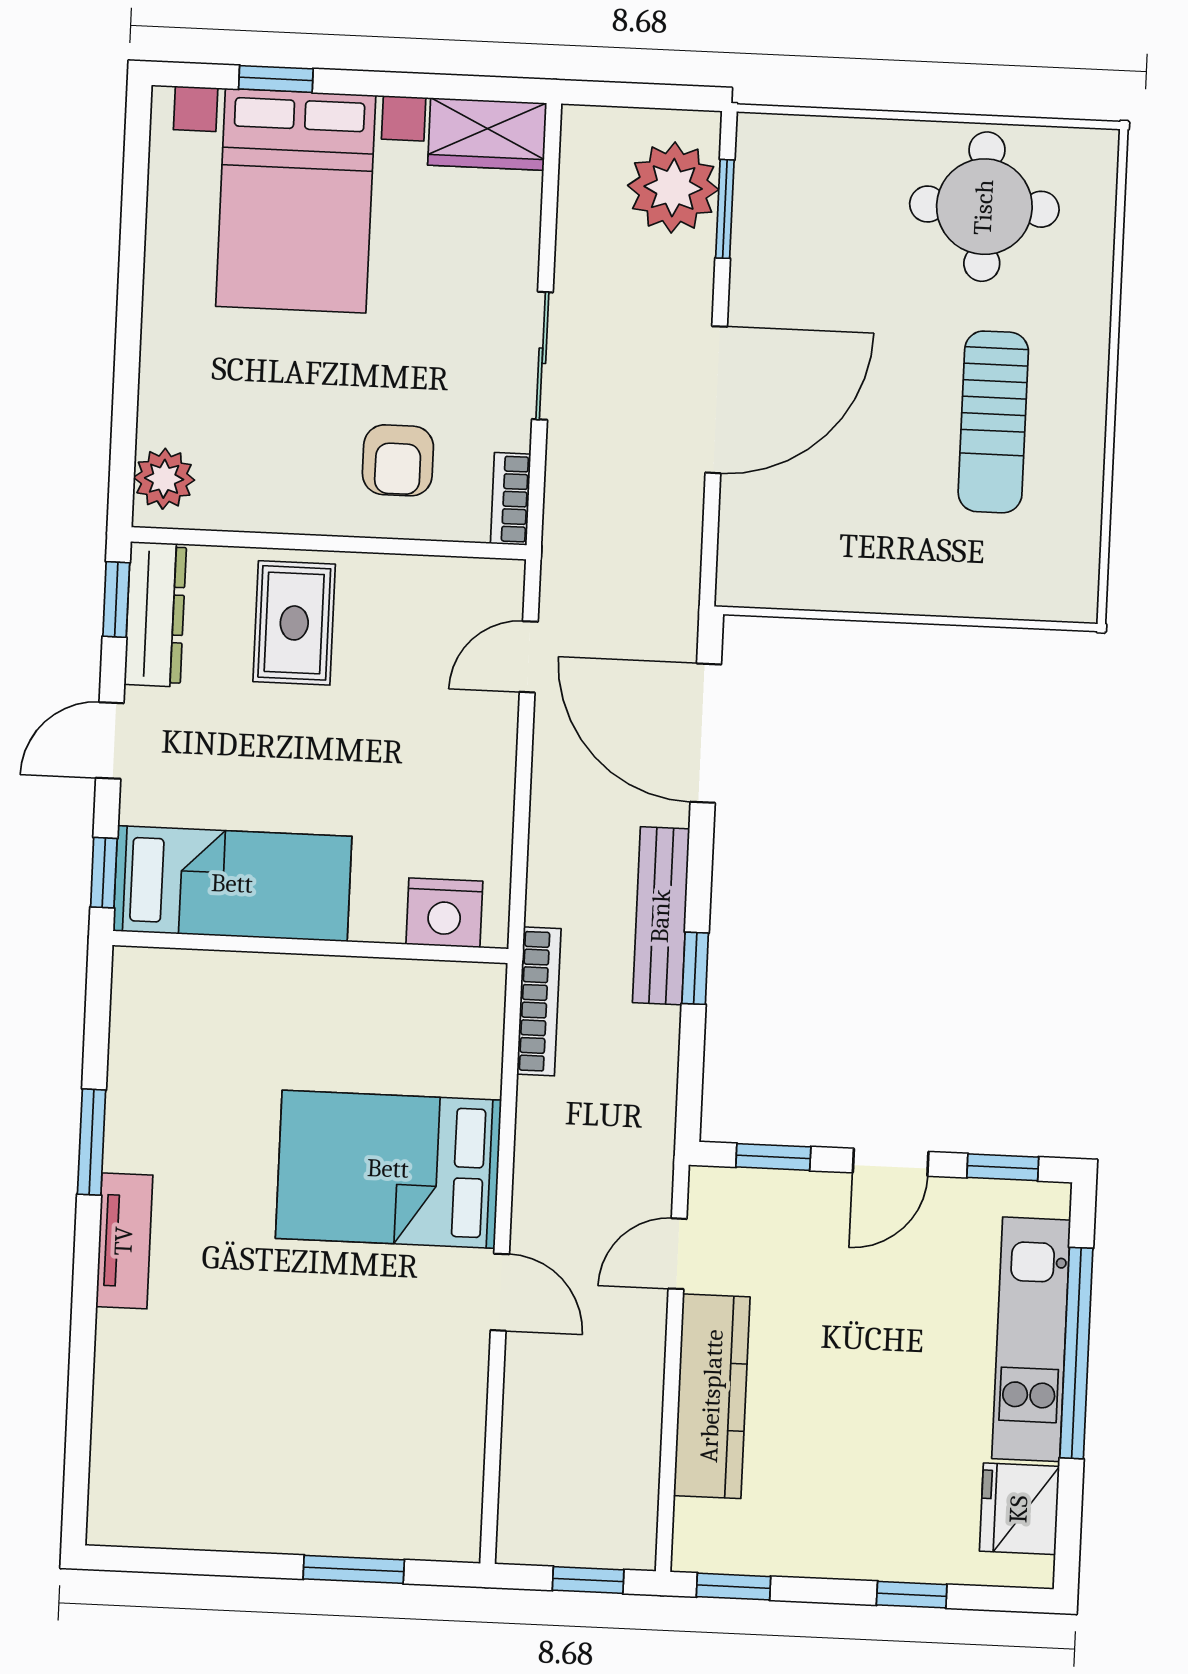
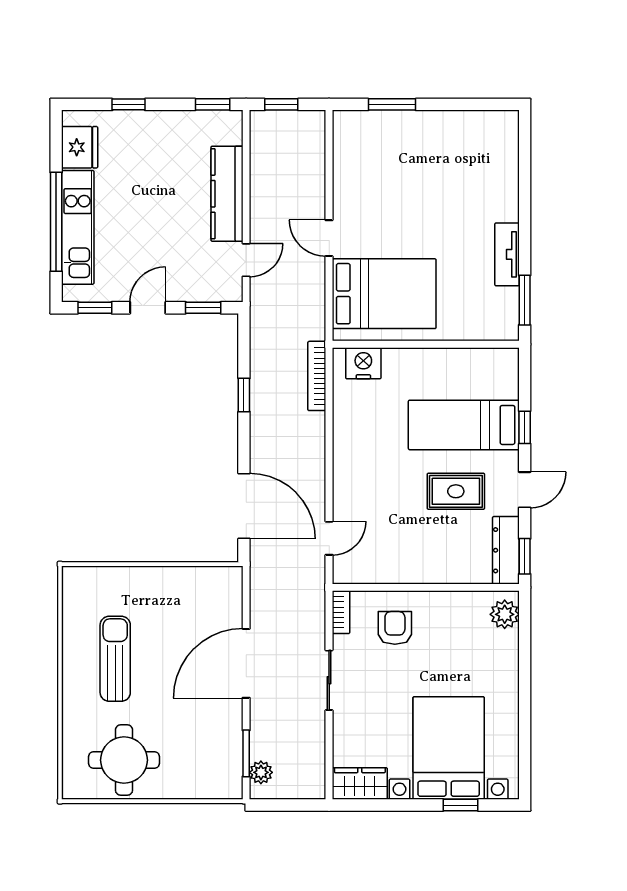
plant: (673, 188) -> (261, 772), width x0.53, depth x0.53
rug: (294, 623) -> (456, 491), moved, turned 90
nightstand: (444, 913) -> (363, 363), moved
bench: (661, 916) -> (261, 419), removed
wall: (310, 947) -> (426, 344), moved

